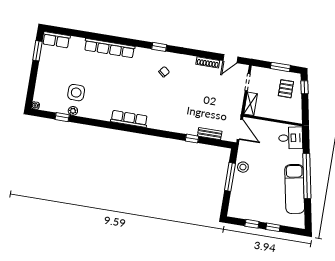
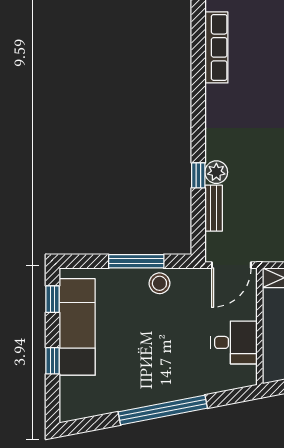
plant: (192, 129) -> (216, 172), added
desk: (291, 138) -> (234, 342), moved, turned -79
exam couch: (295, 189) -> (77, 327), moved, turned 101
window: (252, 224) -> (53, 299), moved

